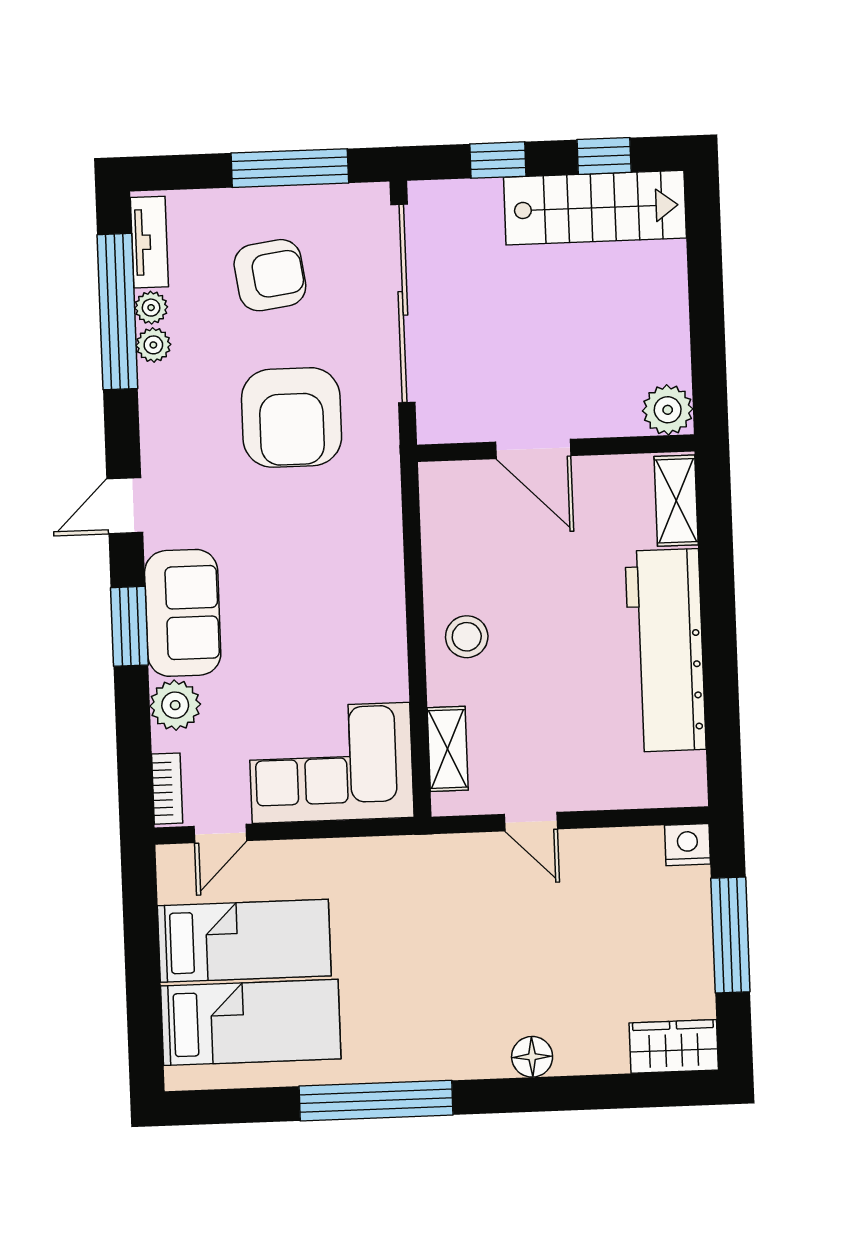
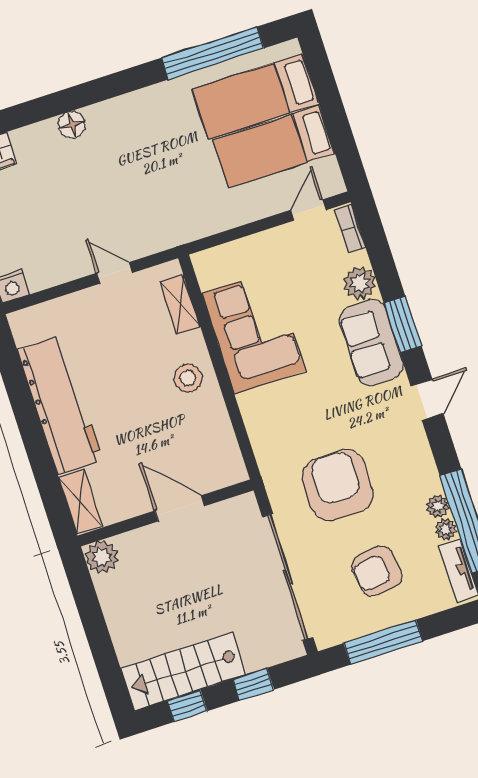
corner sofa: (331, 763) -> (254, 332), moved, turned -90
window: (376, 1101) -> (213, 53), moved

